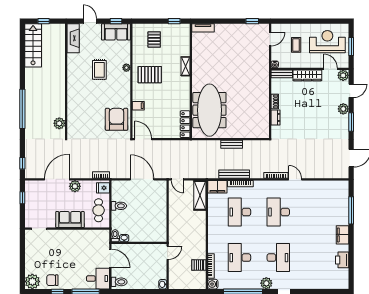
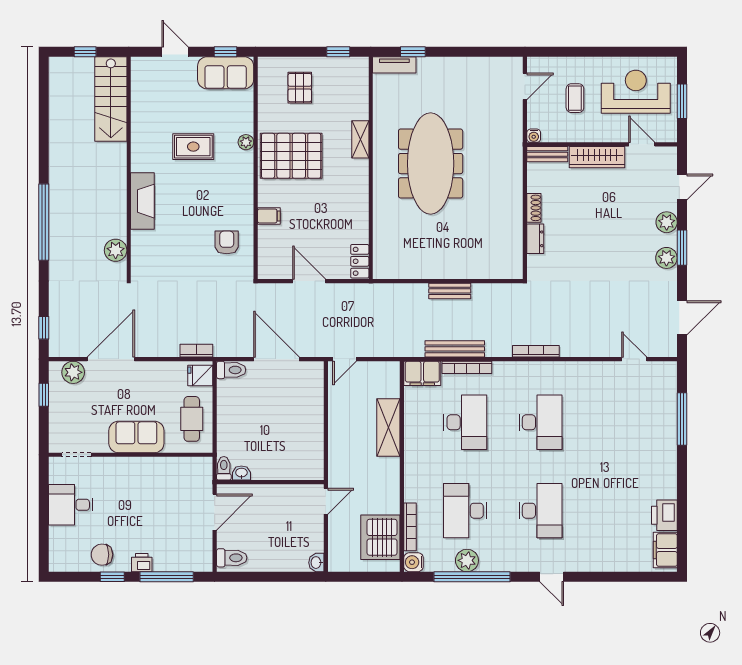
window: (252, 21) -> (413, 52), moved
fireplace: (73, 38) -> (142, 201), moved
stairs: (33, 45) -> (111, 99), moved, turned 180
rug: (99, 70) -> (193, 147), turned 90
pallet: (150, 75) -> (291, 156), width x1.37, depth x1.41
plant: (343, 75) -> (666, 258), moved
meeting table: (209, 110) -> (431, 164), moved
armchair: (117, 119) -> (227, 242), width x0.53, depth x0.53
locker: (185, 124) -> (360, 261), width x0.66
door: (143, 139) -> (309, 281), moved
door: (177, 179) -> (345, 359), hinge flipped
door: (295, 179) -> (634, 359), moved
plant: (75, 186) -> (73, 372), moved
shelving: (200, 195) -> (388, 427), moved
toilet: (119, 206) -> (231, 370), moved
desk: (239, 212) -> (465, 422), turned 180
desk: (278, 212) -> (541, 422), turned 180
filing cabinet: (343, 235) -> (665, 550), moved
door: (110, 258) -> (215, 512), hinge flipped
server rack: (199, 265) -> (380, 537), width x2.18, depth x1.44
desk: (98, 279) -> (71, 505), moved, turned 180
plant: (32, 281) -> (63, 557), removed
plant: (266, 283) -> (467, 560), moved
printer: (73, 284) -> (142, 563), added

